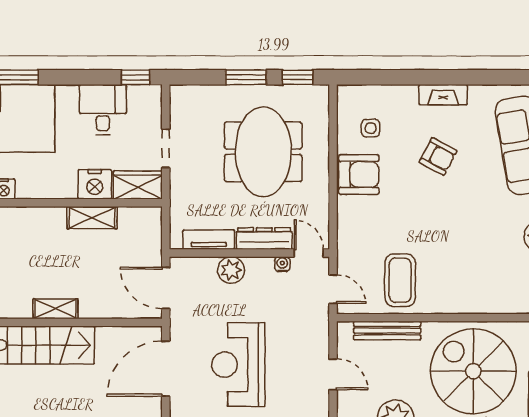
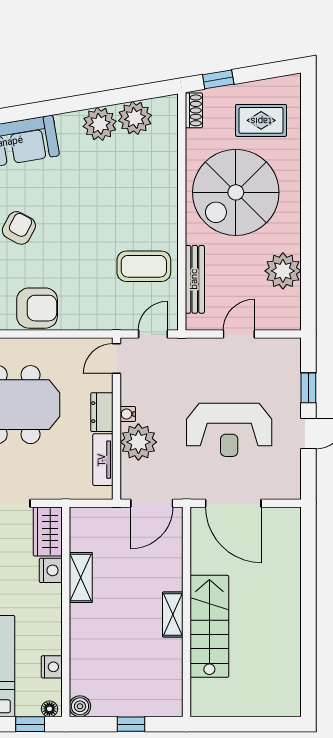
armchair: (359, 174) -> (37, 308), turned 90
nightstand: (95, 184) -> (51, 570), width x0.74, depth x0.75
dresser: (264, 239) -> (102, 412), width x0.70
water cooler: (282, 264) -> (128, 414), moved
plant: (231, 270) -> (138, 442), width x1.36, depth x1.36

